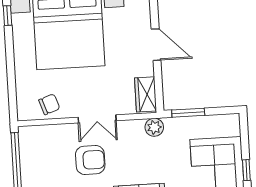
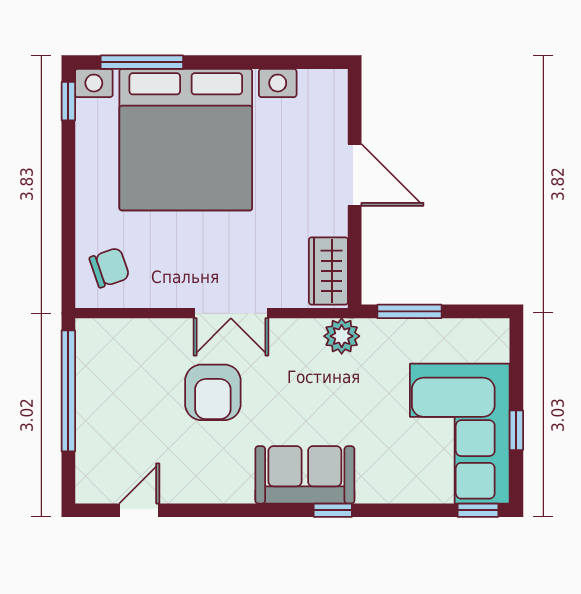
chair: (49, 104) -> (109, 268), moved
armchair: (90, 160) -> (213, 392), turned 90

